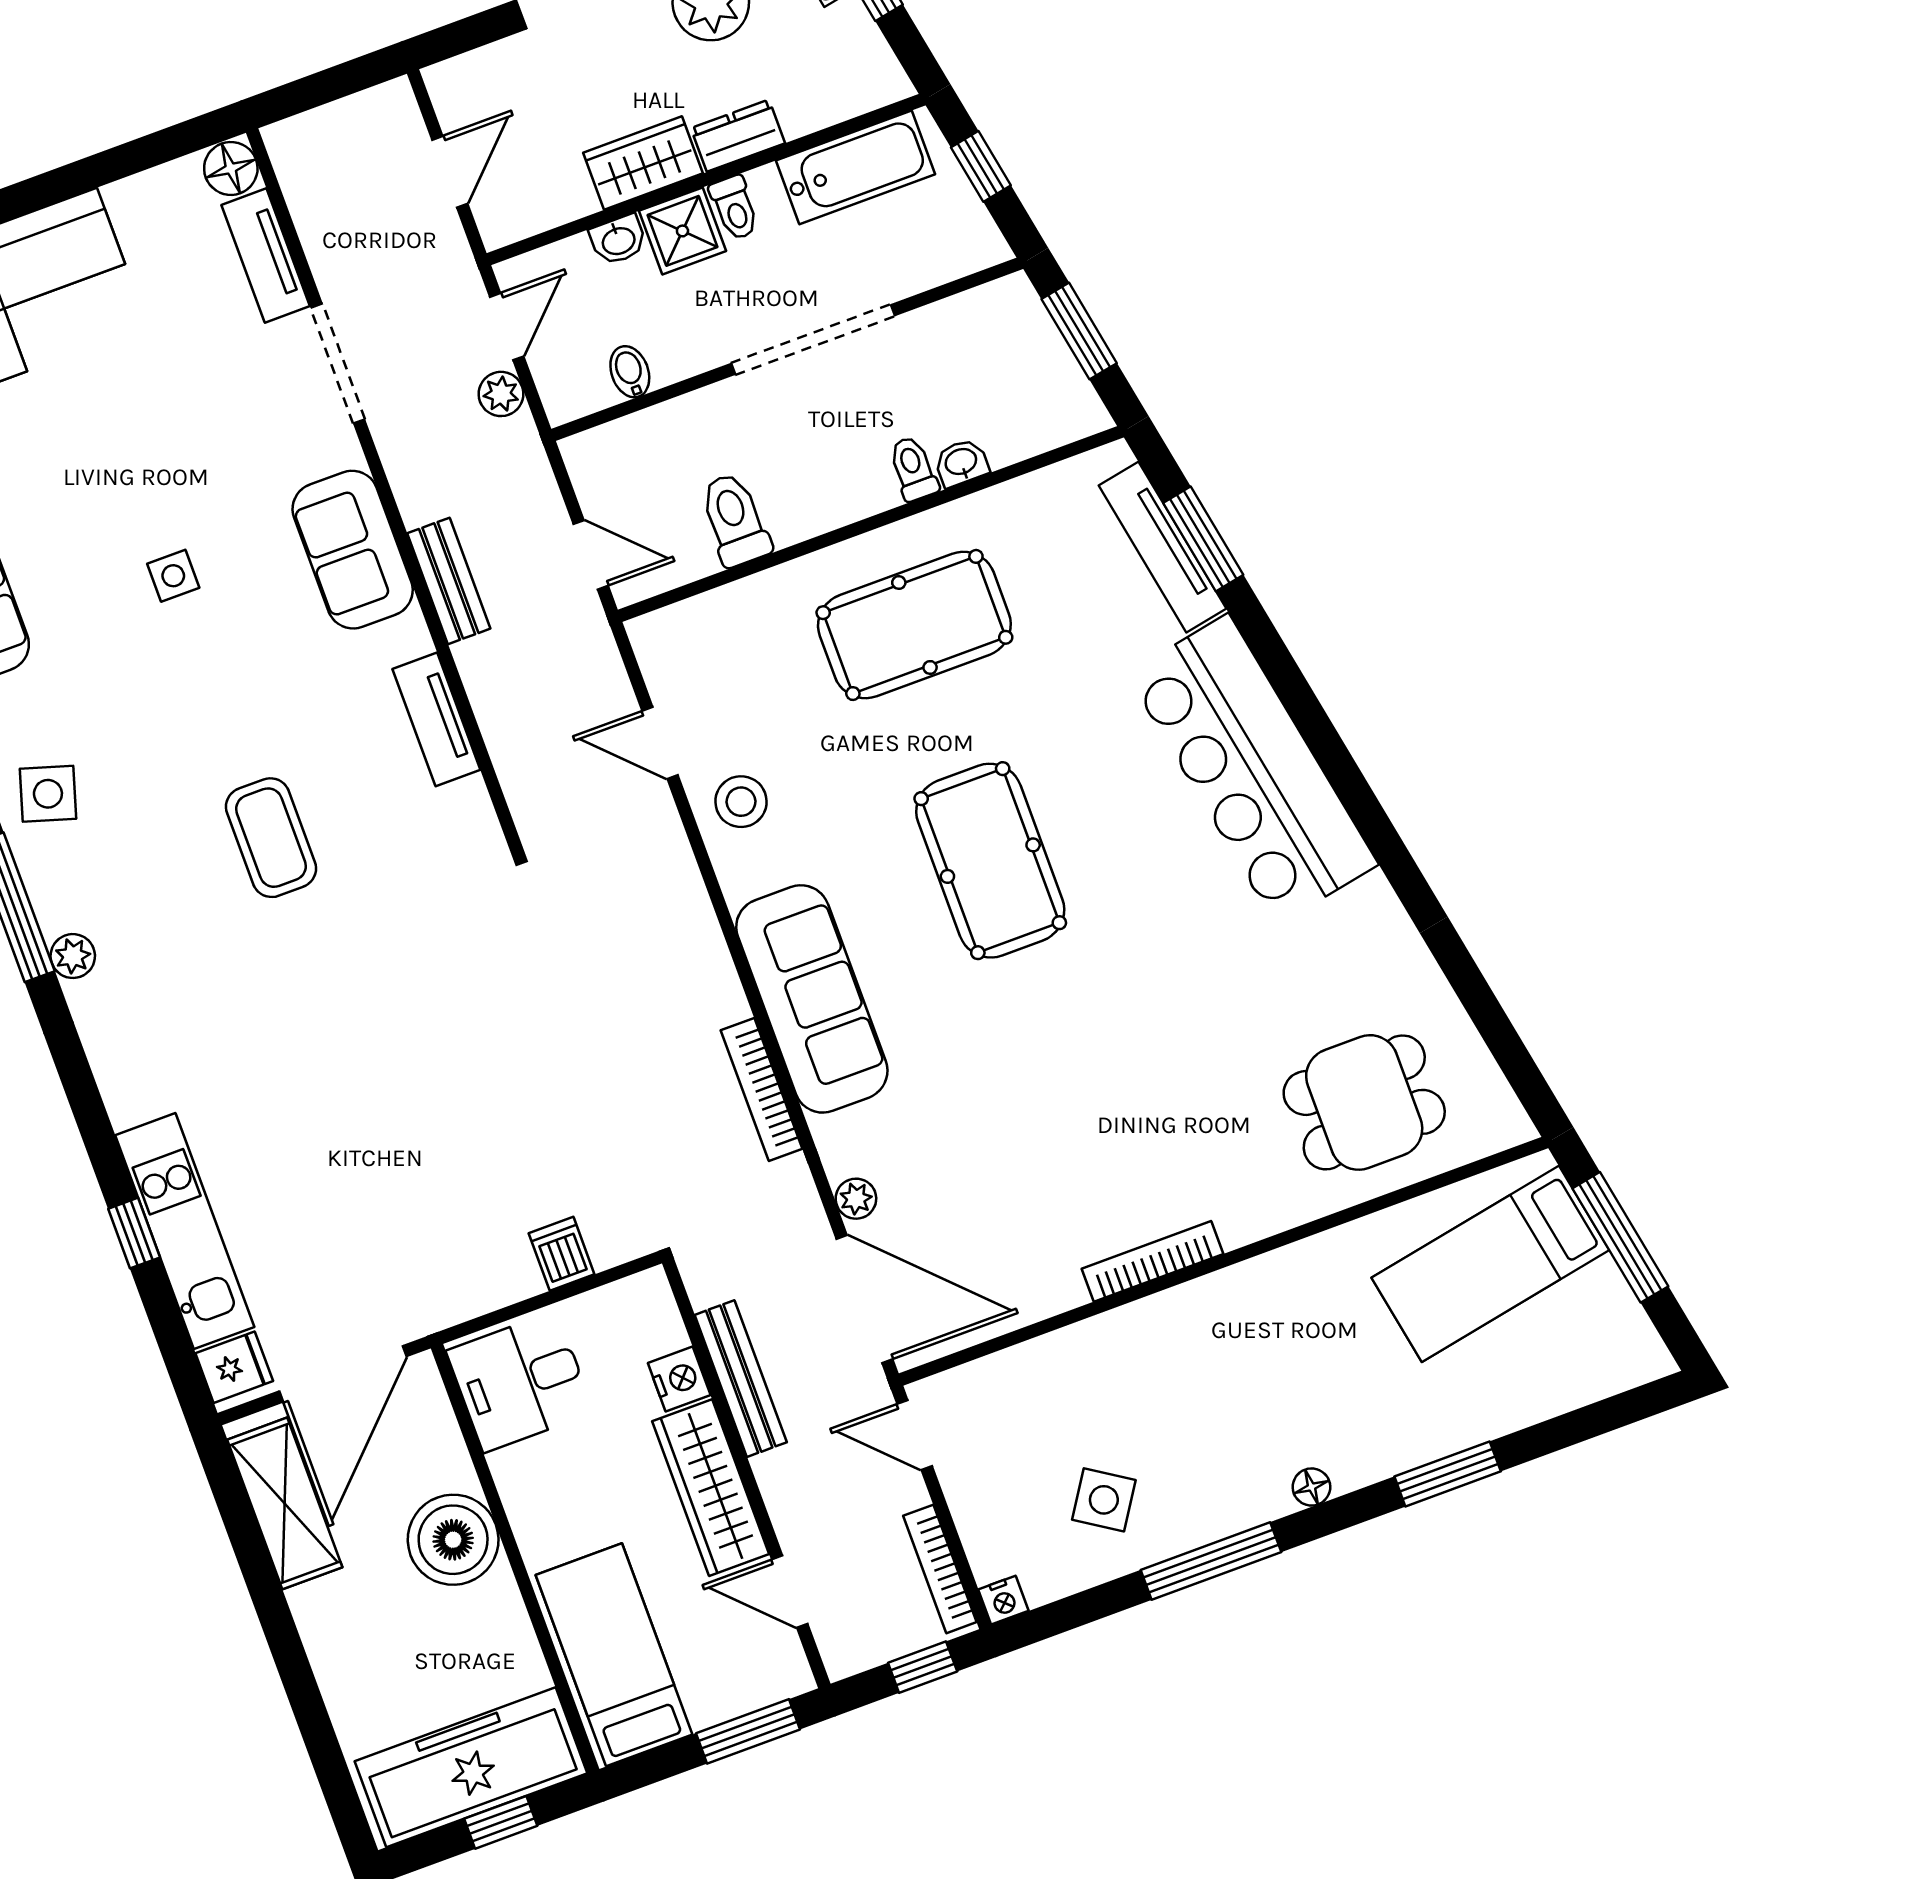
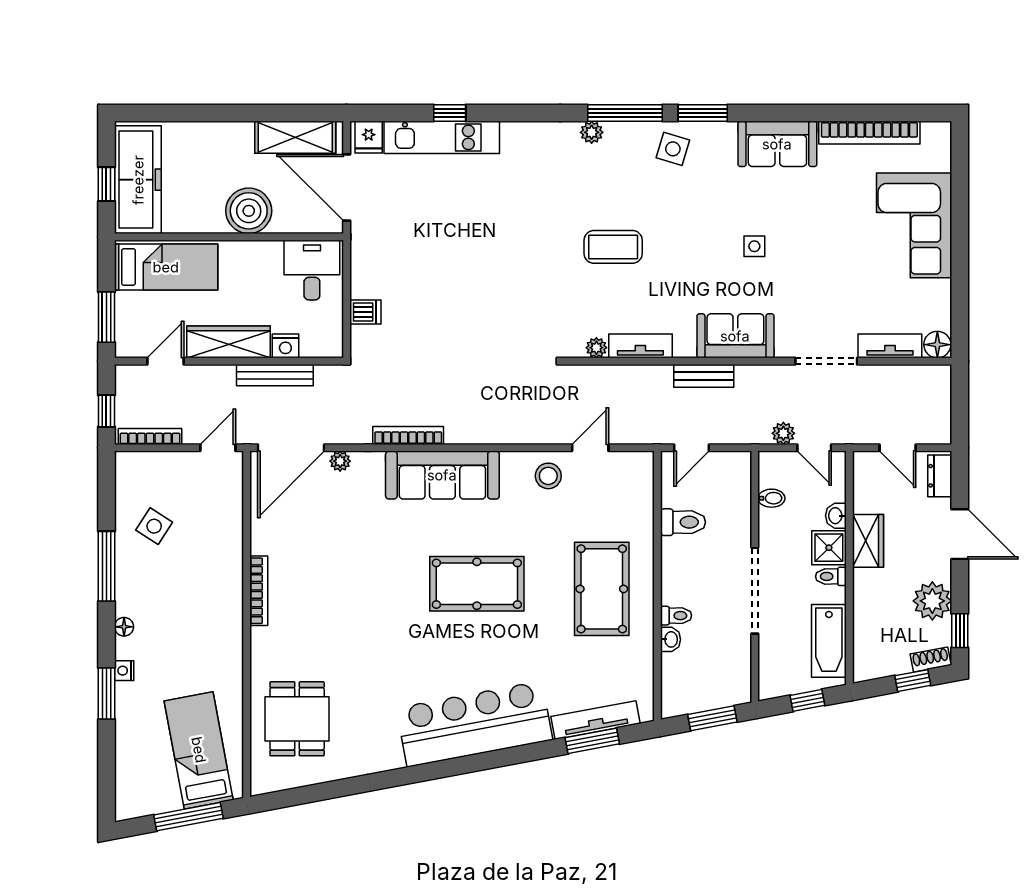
dresser: (738, 136) -> (940, 476), moved, turned 180
plant: (470, 800) -> (596, 348), added
nightstand: (1003, 1600) -> (124, 671), moved

